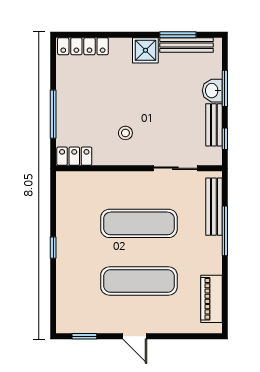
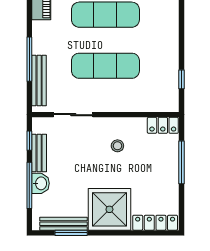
shower: (145, 50) -> (109, 209), width x1.86, depth x1.86
window: (225, 88) -> (29, 185), width x1.44
window: (53, 248) -> (182, 79), moved

